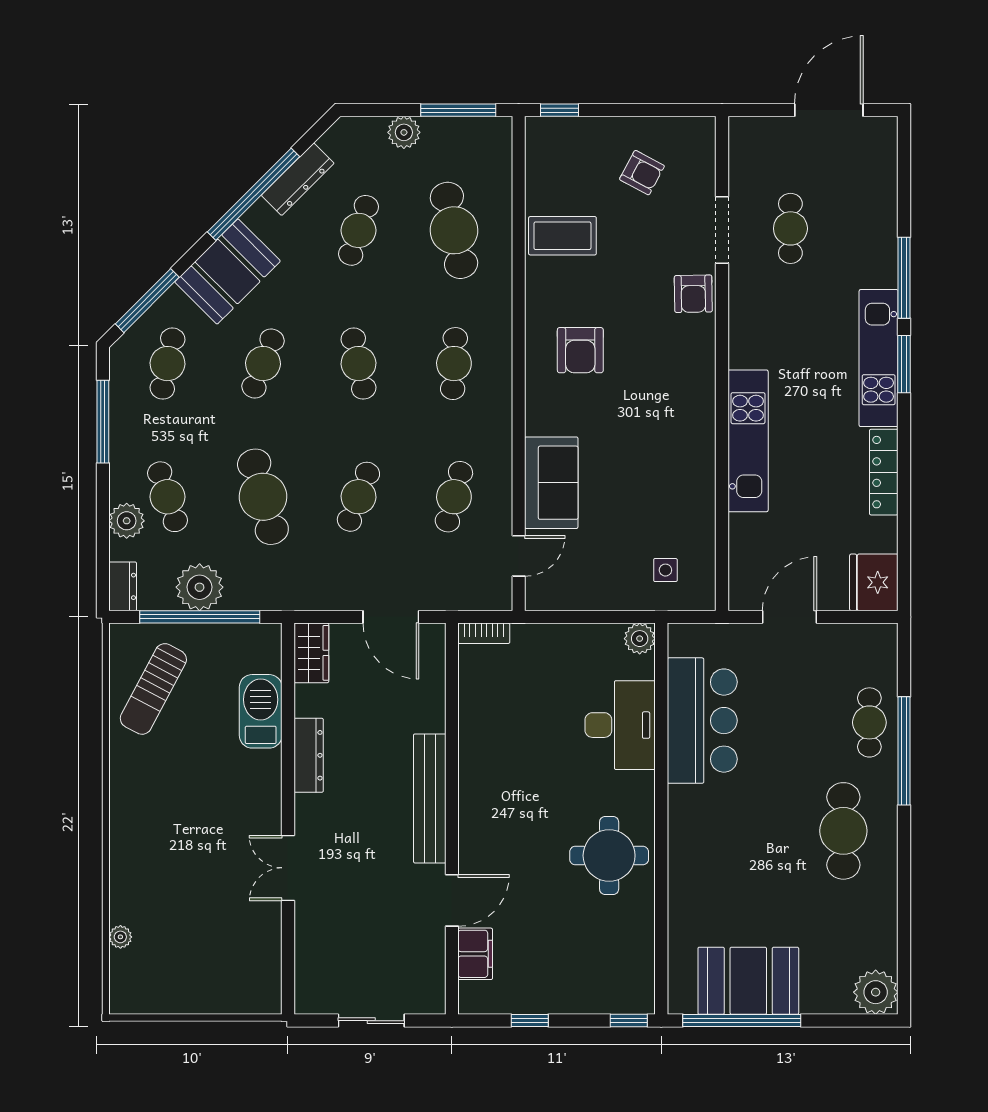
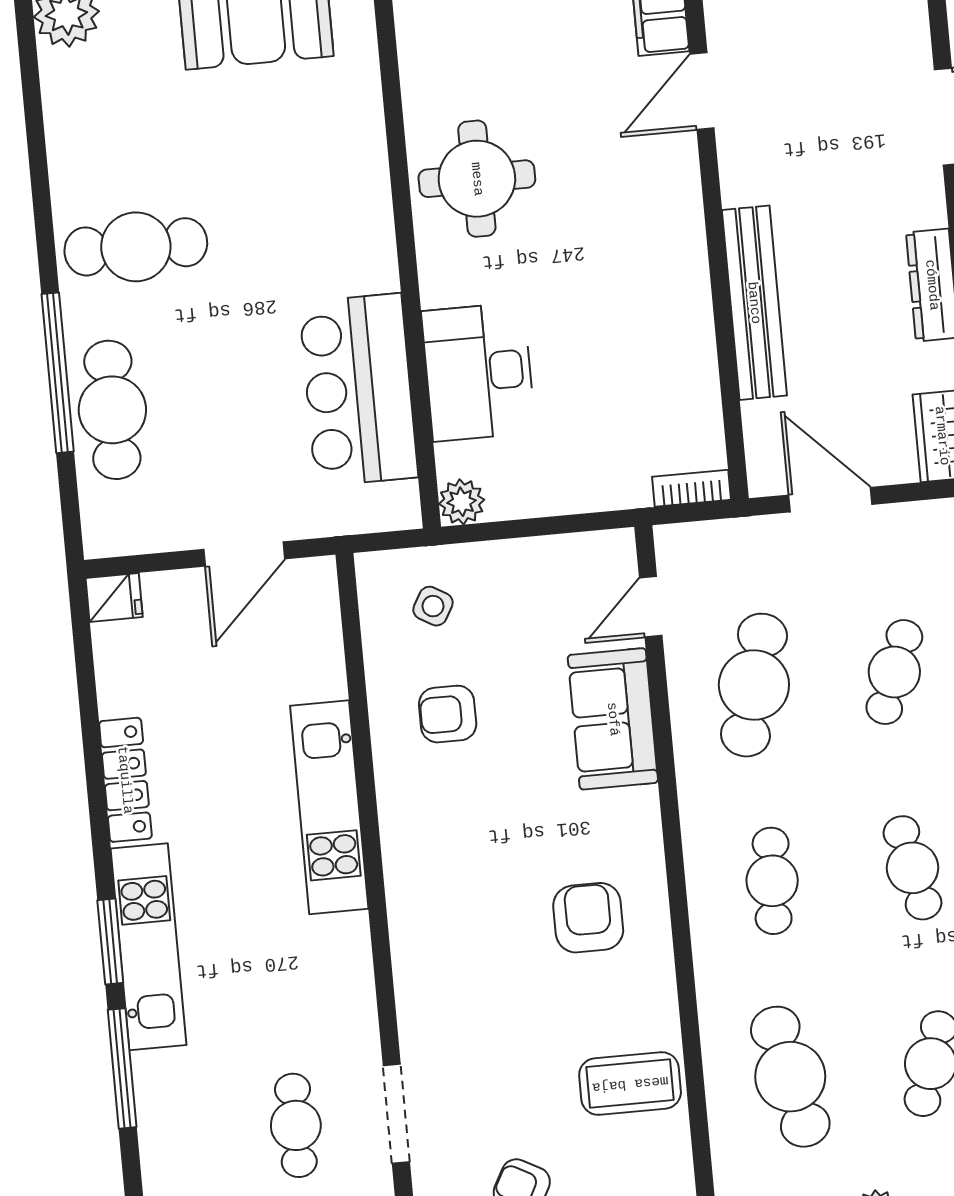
armchair: (693, 294) -> (448, 714), moved, turned -89
cafe table: (454, 497) -> (754, 685), width x1.37, depth x1.35
side table: (665, 570) -> (433, 606), turned 30
fridge: (874, 582) -> (114, 598), width x0.53, depth x0.75
cafe table: (869, 722) -> (112, 410), width x1.37, depth x1.35
bench: (430, 798) -> (754, 303), moved
cafe table: (843, 831) -> (136, 247), turned 90

